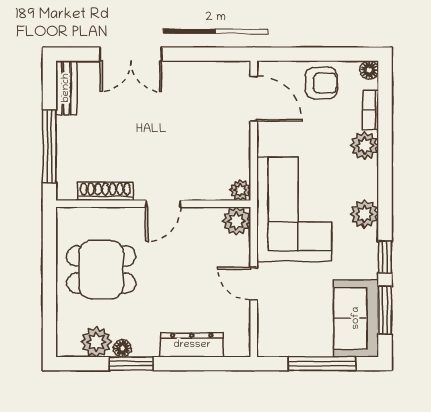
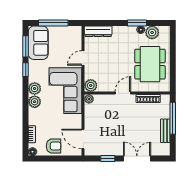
window: (198, 54) -> (108, 159), added
armchair: (321, 83) -> (54, 146), turned 180
bench: (66, 88) -> (165, 131), moved
plant: (365, 146) -> (35, 102), moved
dining table: (101, 270) -> (150, 64), width x1.38
door: (254, 284) -> (83, 58), swing flipped
dresser: (192, 345) -> (98, 31), moved

